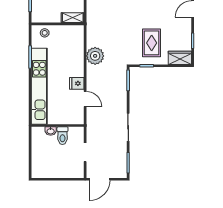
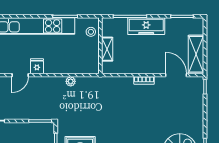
shelving: (73, 18) -> (107, 49), moved
plant: (95, 56) -> (71, 81), width x0.53, depth x0.53

